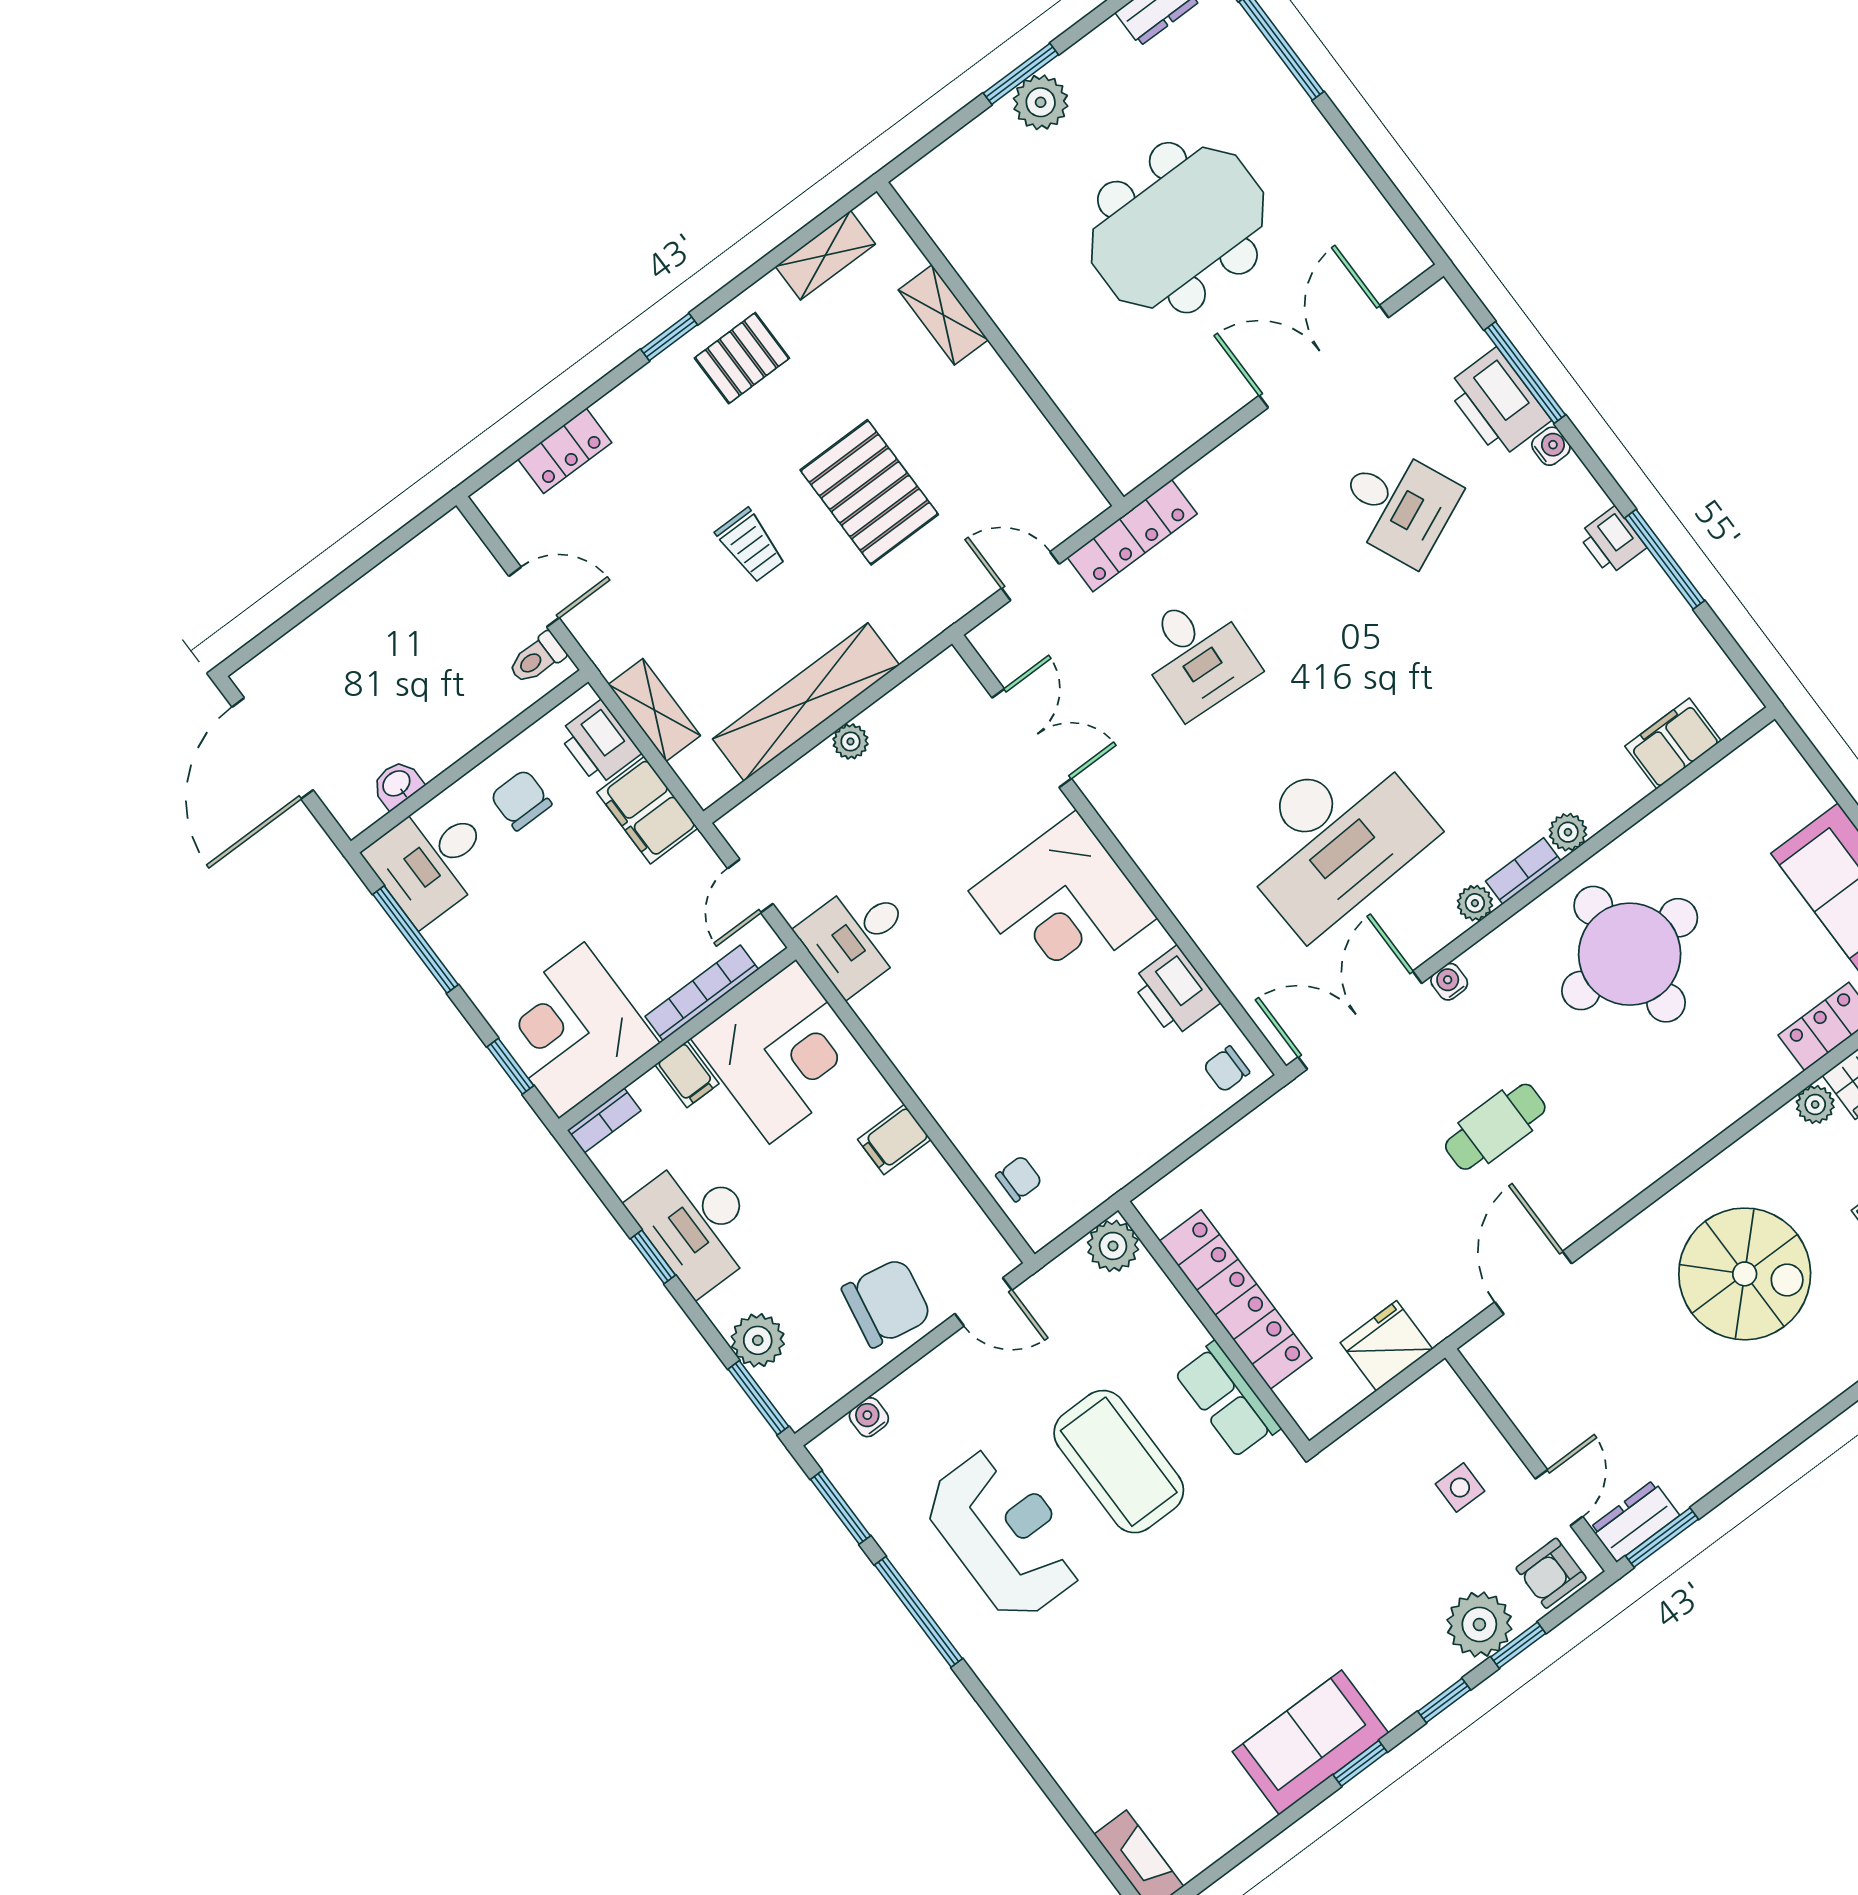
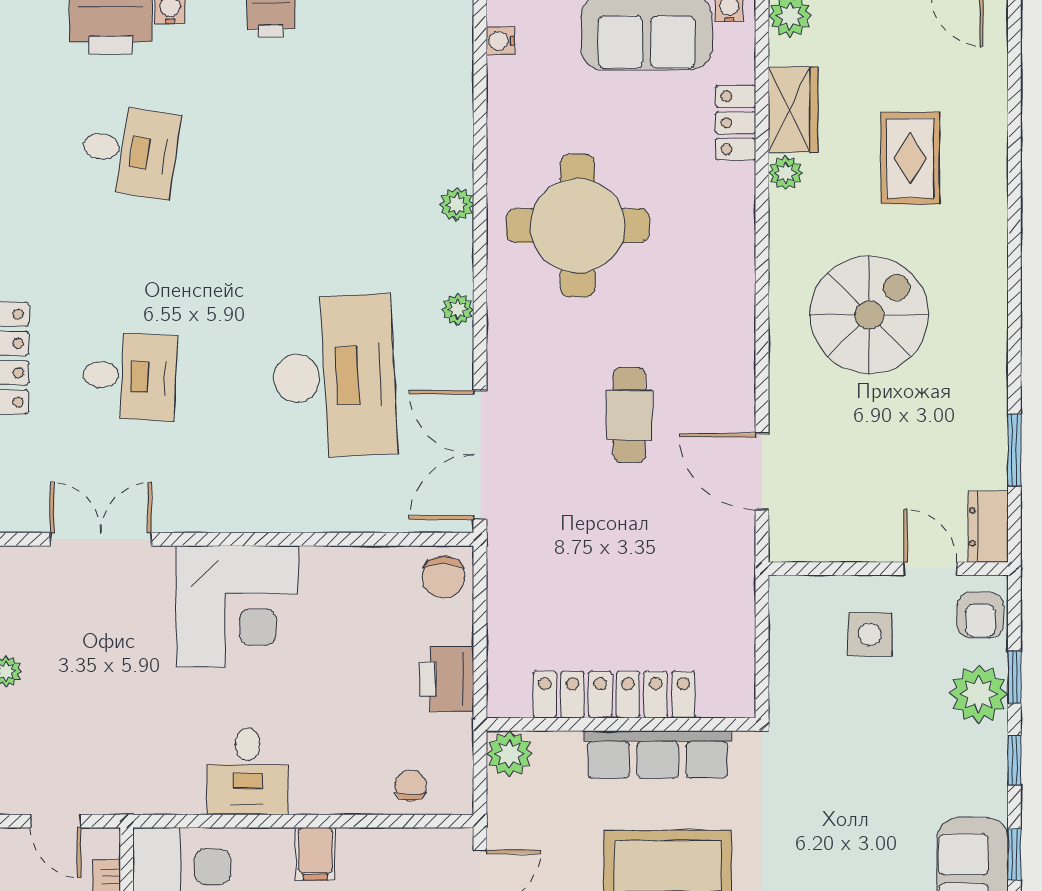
desk: (1397, 505) -> (130, 151), turned 33
filing cabinet: (1673, 744) -> (450, 81), removed
bookcase: (1523, 871) -> (461, 257), removed
desk: (857, 936) -> (247, 771), moved
water cooler: (1449, 982) -> (500, 41), moved
printer: (1175, 992) -> (447, 679), moved, turned 90
chair: (1227, 1069) -> (443, 577), width x1.37, depth x1.37
fridge: (1386, 1346) -> (728, 611), removed
row of seats: (1227, 1400) -> (658, 755), width x1.48
side table: (1460, 1487) -> (870, 634), width x1.37, depth x1.37
window: (1662, 1538) -> (1014, 450), moved

